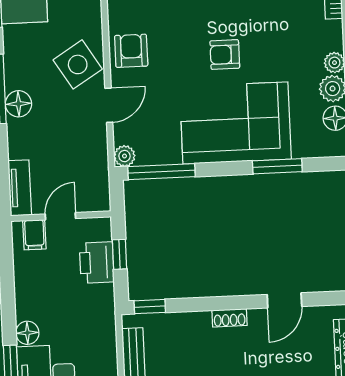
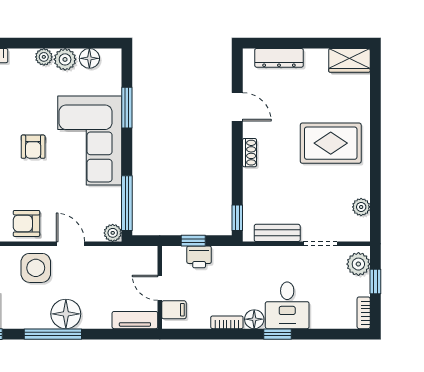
side table: (78, 64) -> (36, 268), turned 32
floor lamp: (18, 104) -> (66, 314), width x1.38, depth x1.38
printer: (97, 262) -> (199, 257), width x0.73, depth x0.81
bookcase: (22, 300) -> (227, 322), added

